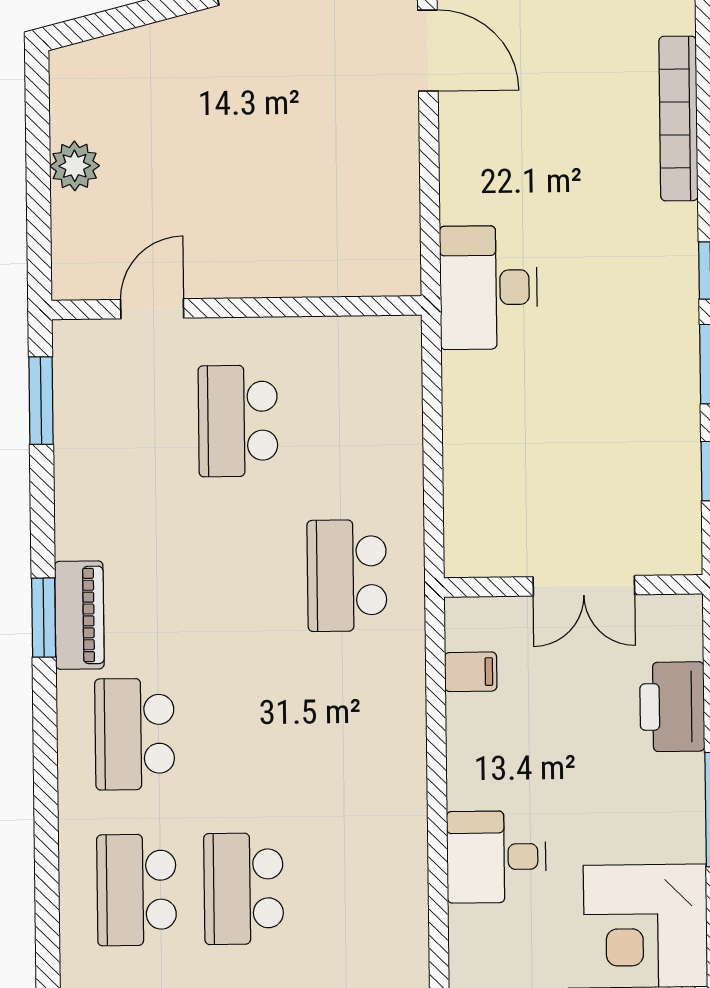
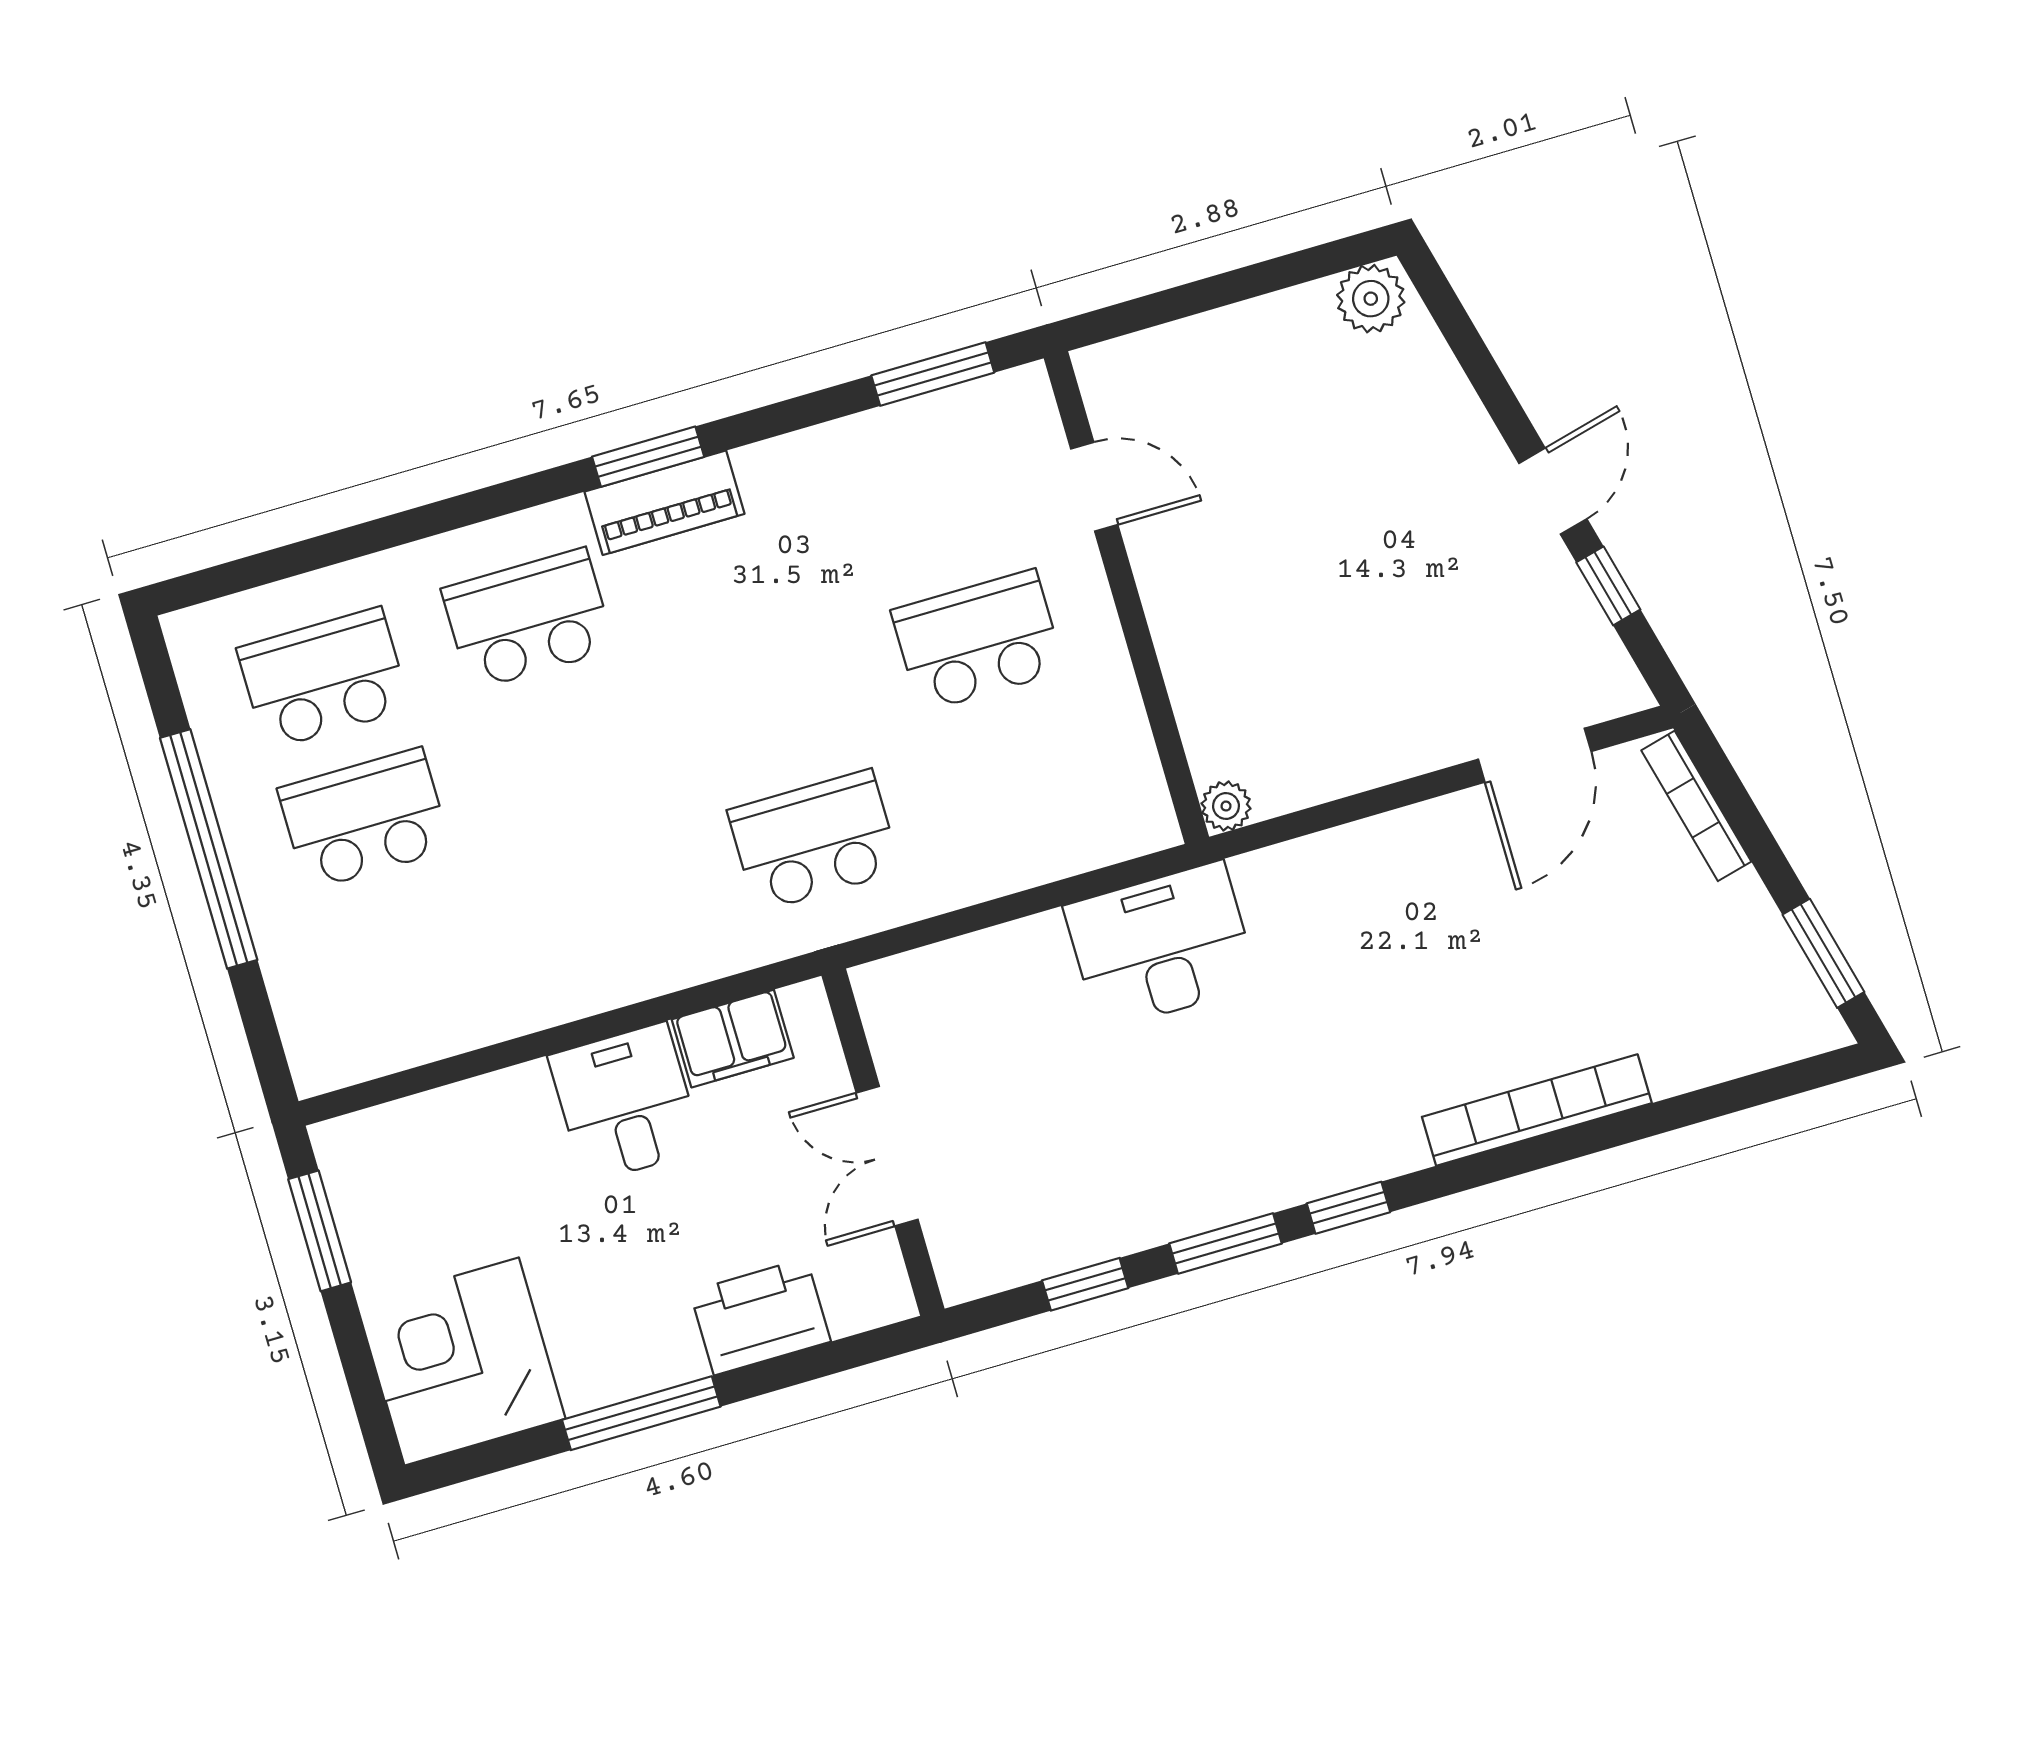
plant: (75, 166) -> (1371, 299), moved
plant: (403, 278) -> (1226, 806), added
desk: (488, 287) -> (1161, 946), moved
filing cabinet: (471, 672) -> (733, 1039), width x2.00
desk: (496, 857) -> (626, 1103), moved

